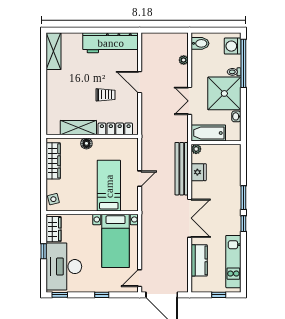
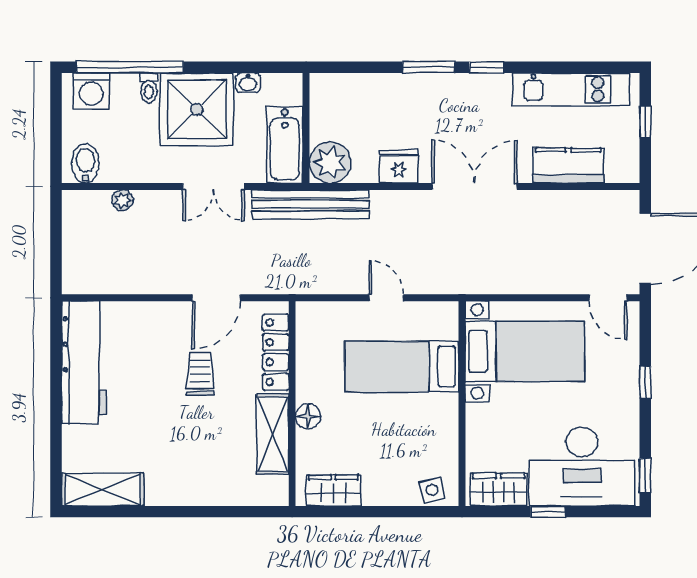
door: (140, 82) -> (216, 298), moved
plant: (196, 149) -> (330, 162), width x1.88, depth x1.88
wardrobe: (53, 161) -> (333, 490), width x0.67
bench: (182, 169) -> (310, 204), moved
fridge: (199, 172) -> (399, 167), moved

